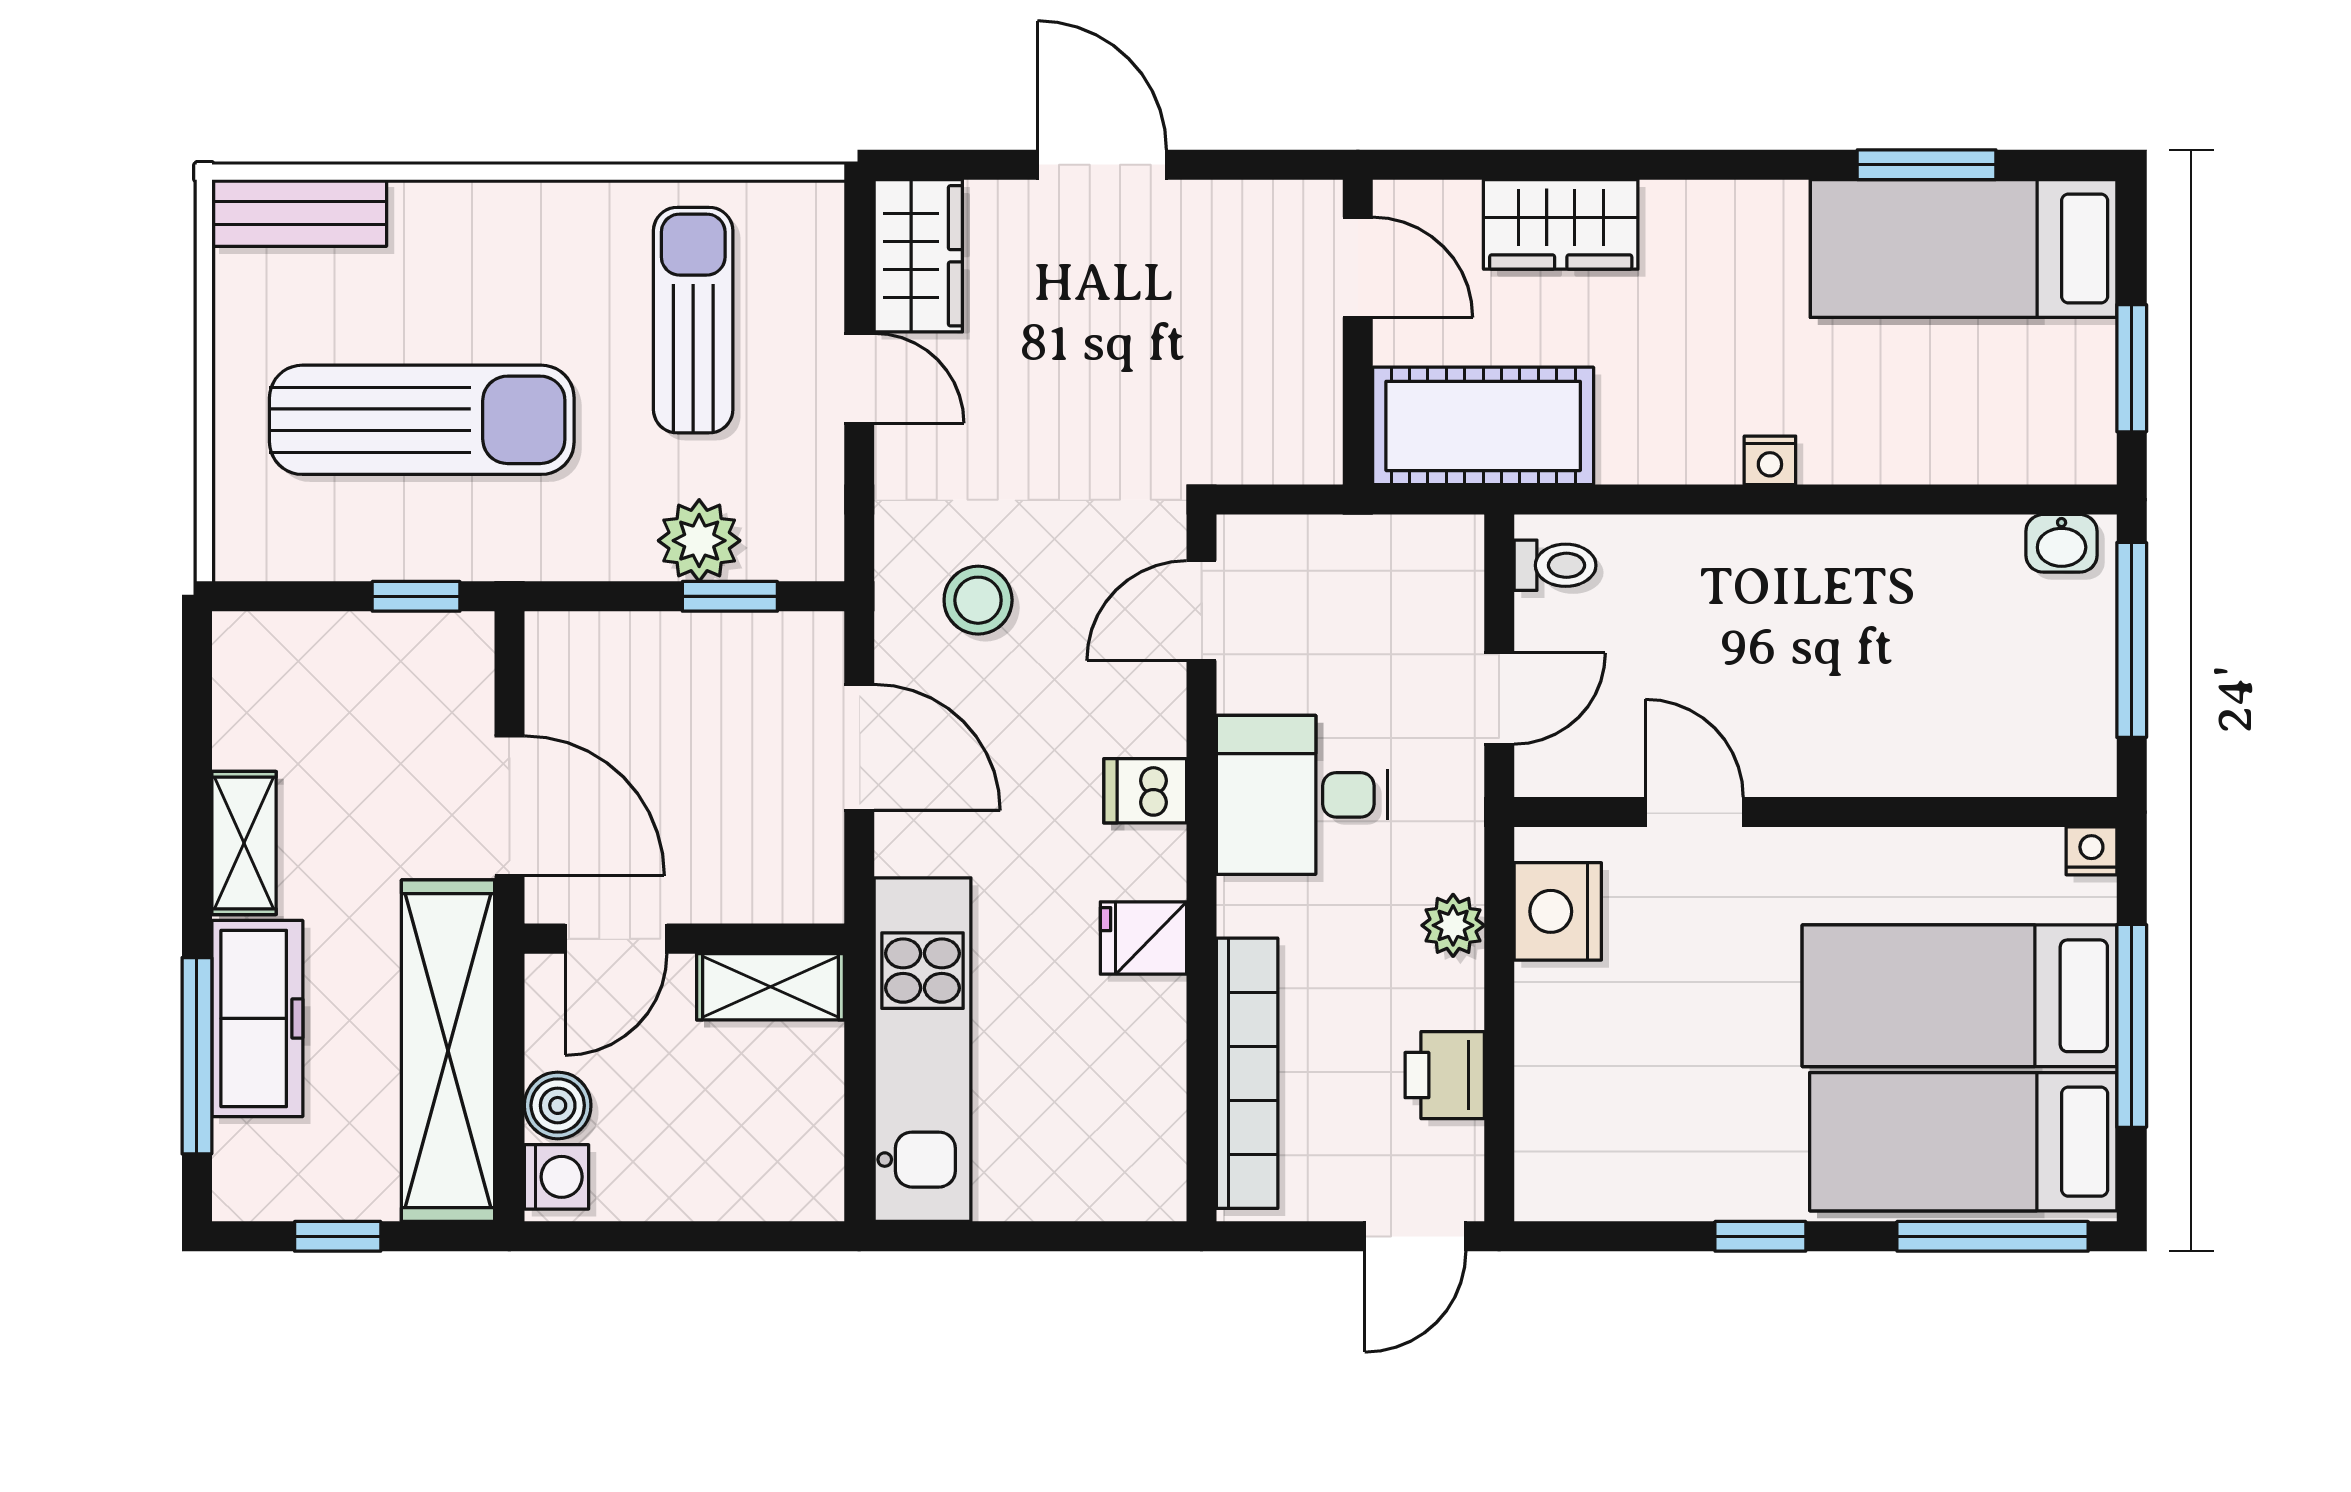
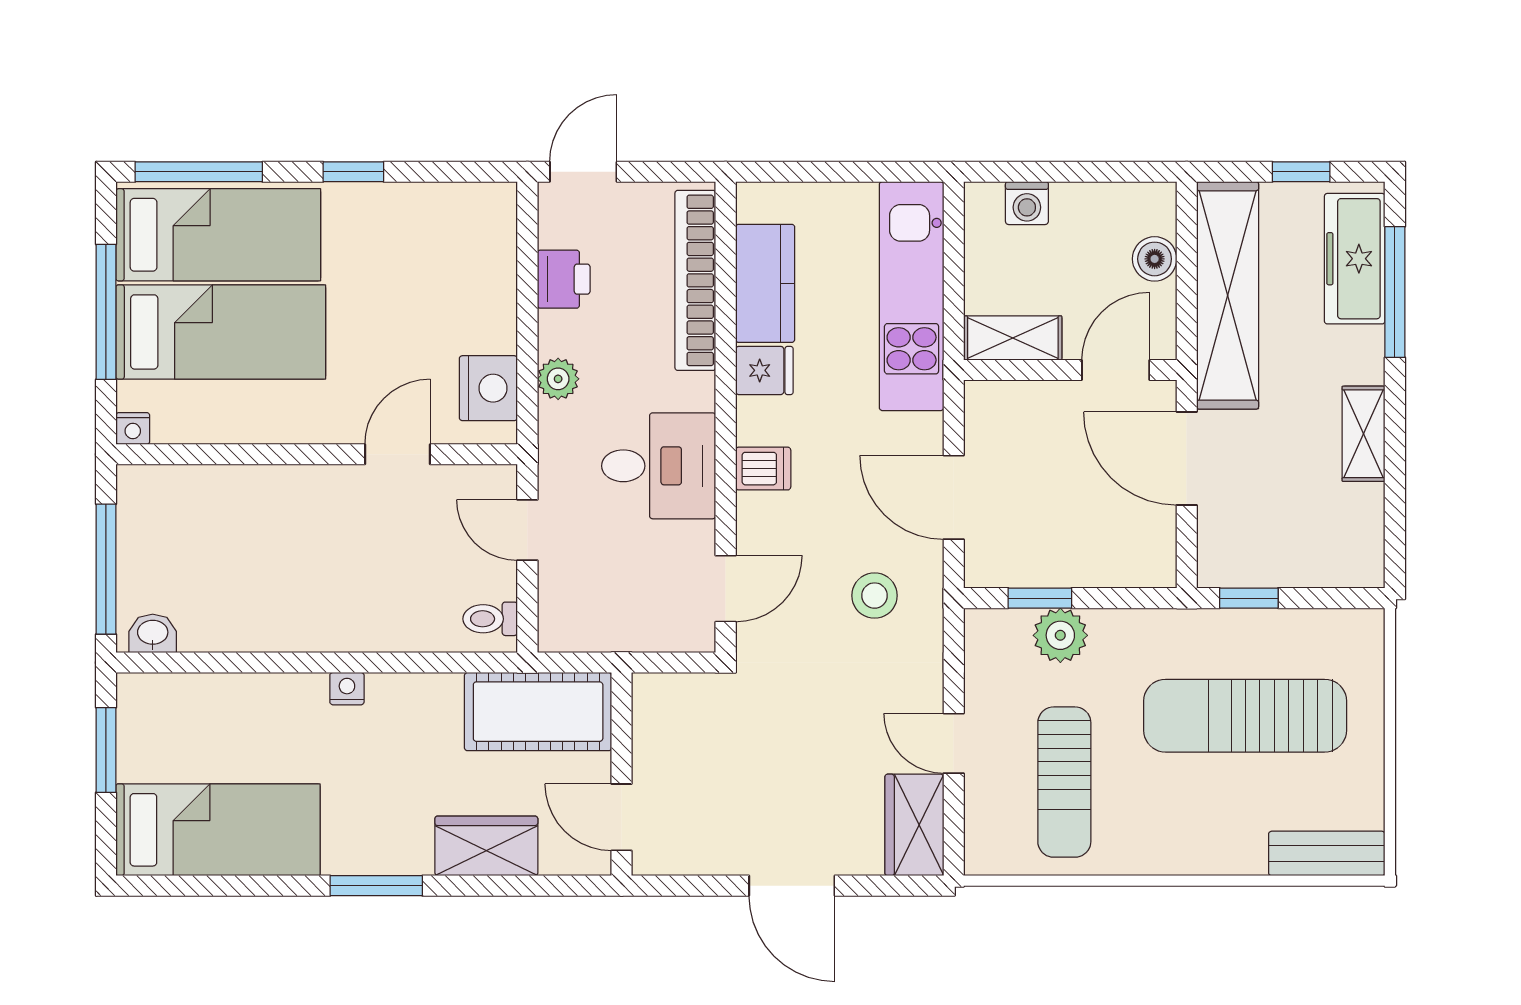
window: (1927, 165) -> (376, 886), moved
door: (1499, 699) -> (527, 530), hinge flipped
door: (1694, 812) -> (397, 454), swing flipped
freezer: (257, 1018) -> (1355, 259), moved
kitchen counter: (1142, 1069) -> (765, 283), added
washing machine: (556, 1177) -> (1027, 203), moved, turned -90

